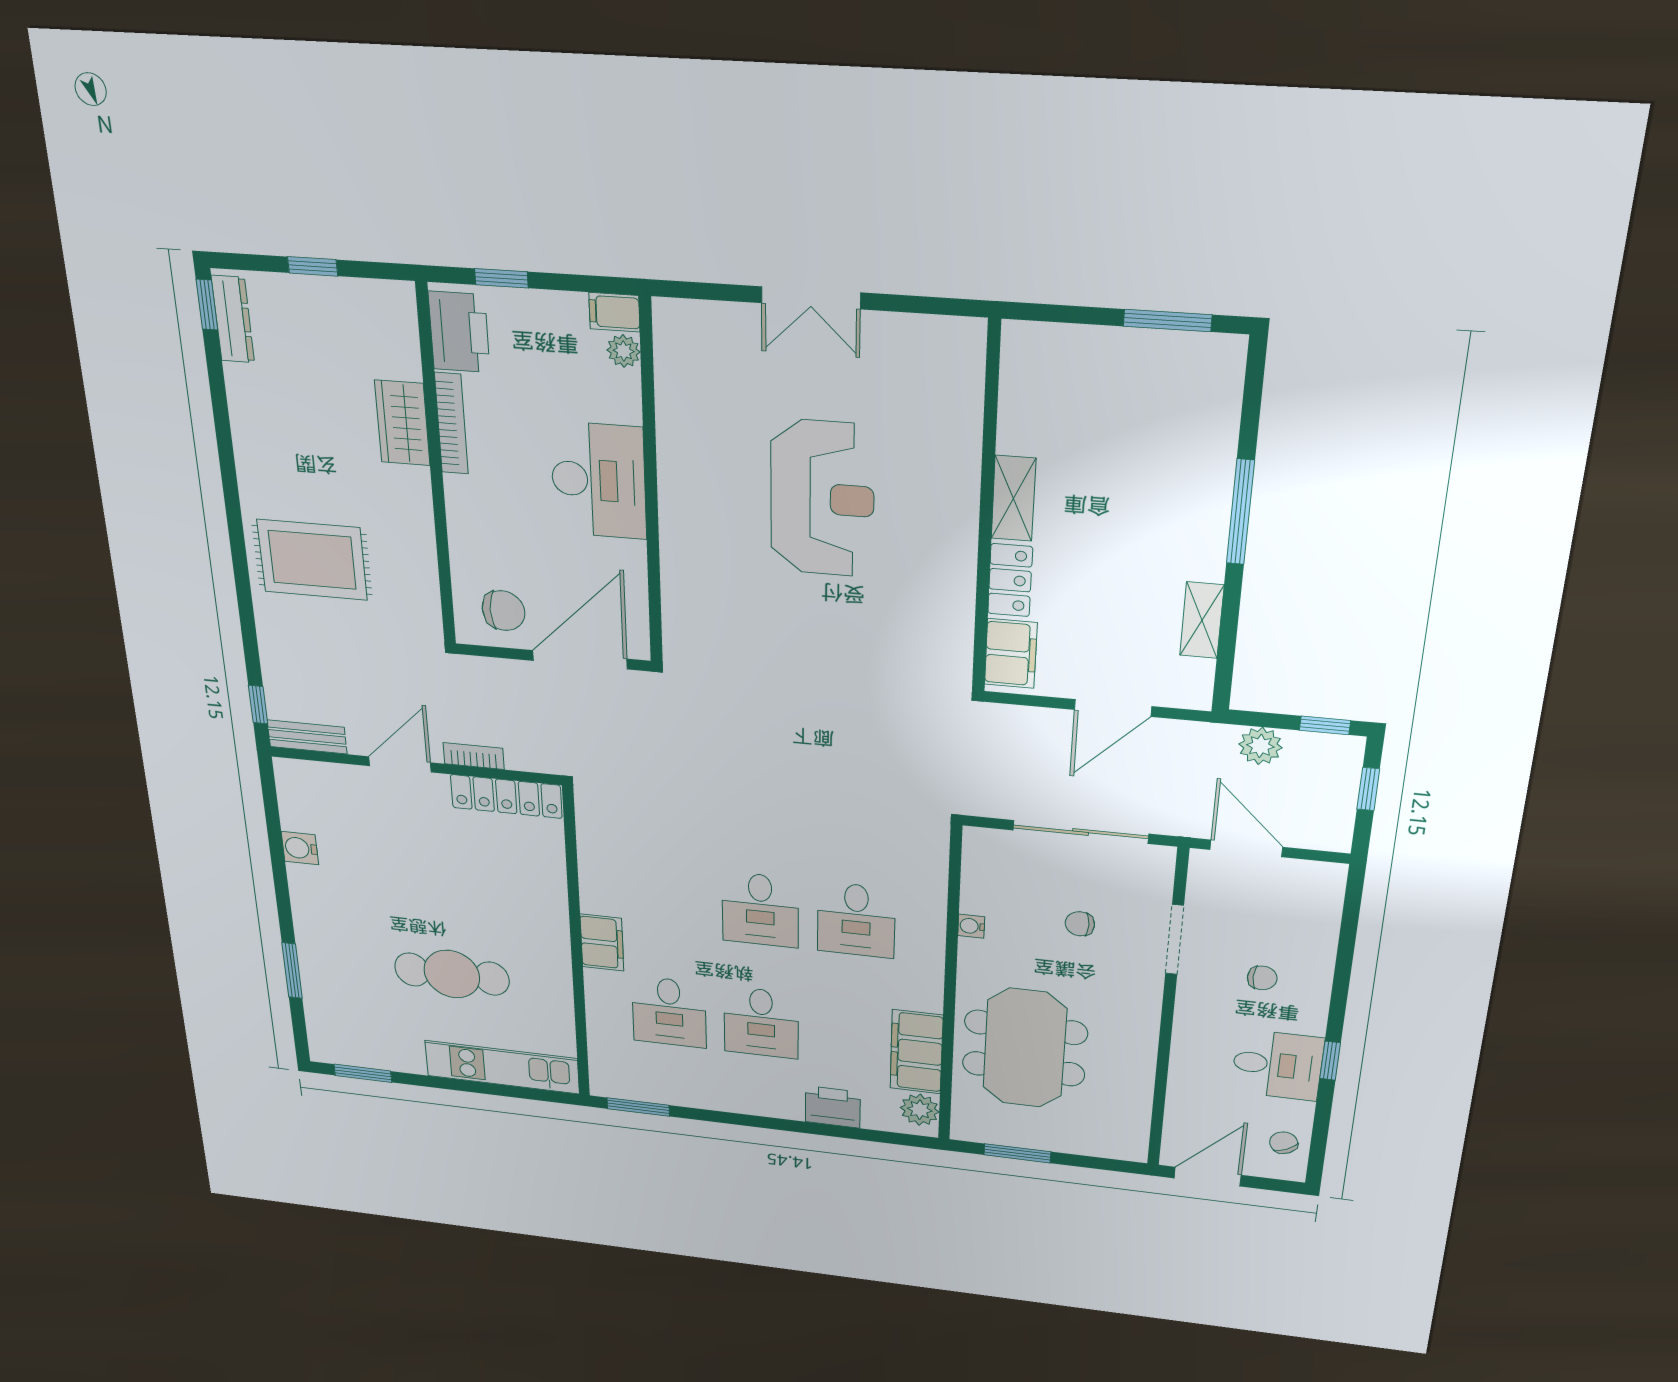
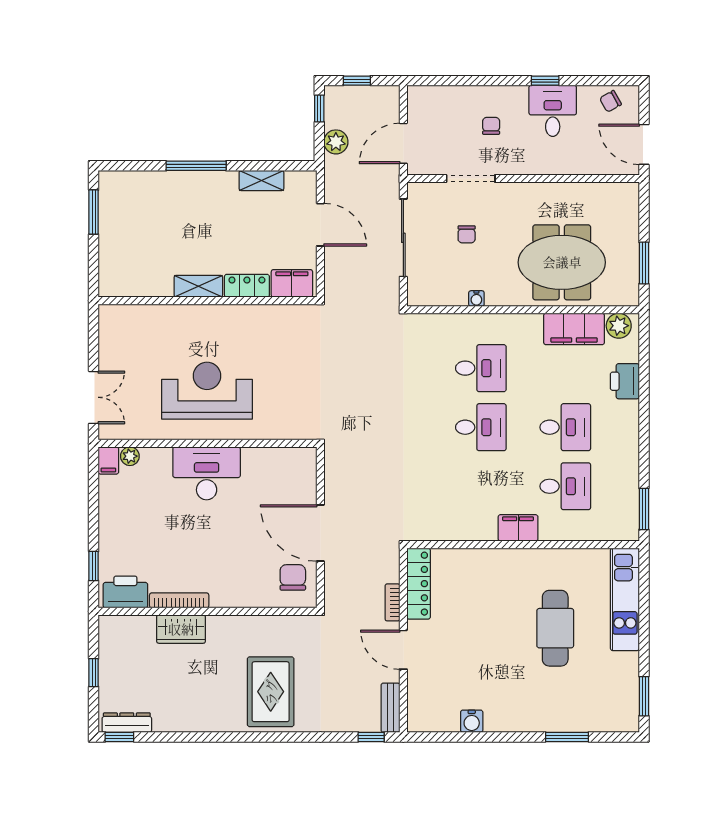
filing cabinet: (614, 312) -> (108, 460), moved
plant: (624, 351) -> (130, 456), moved
desk: (599, 480) -> (207, 473), moved
wall: (651, 486) -> (208, 443), moved

